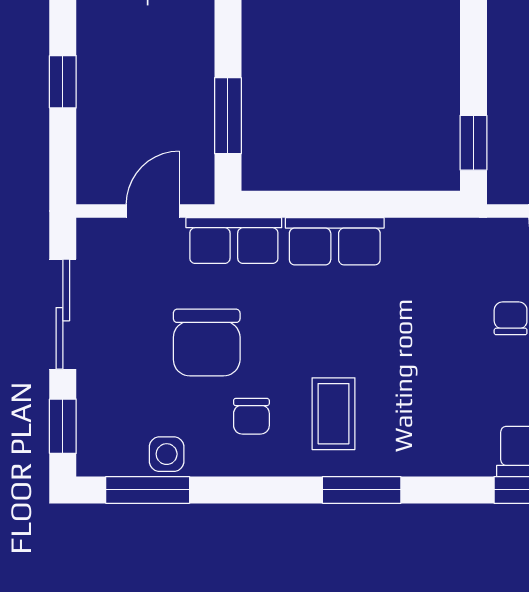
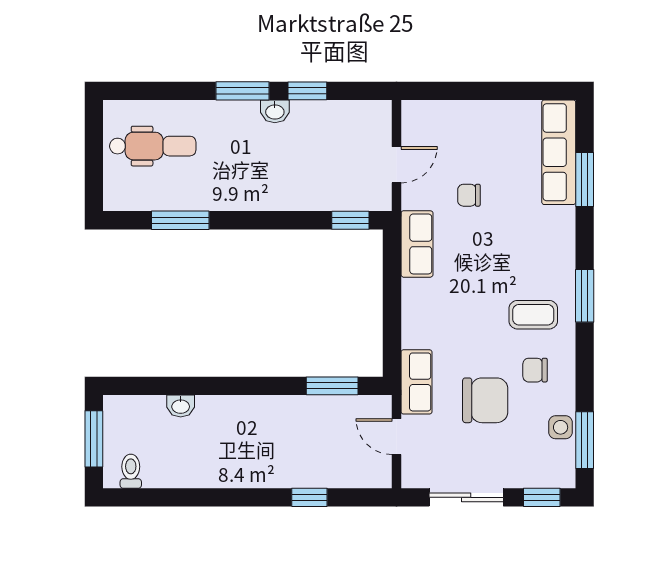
row of seats: (335, 241) -> (417, 244), moved
chair: (251, 416) -> (535, 370), turned 180

